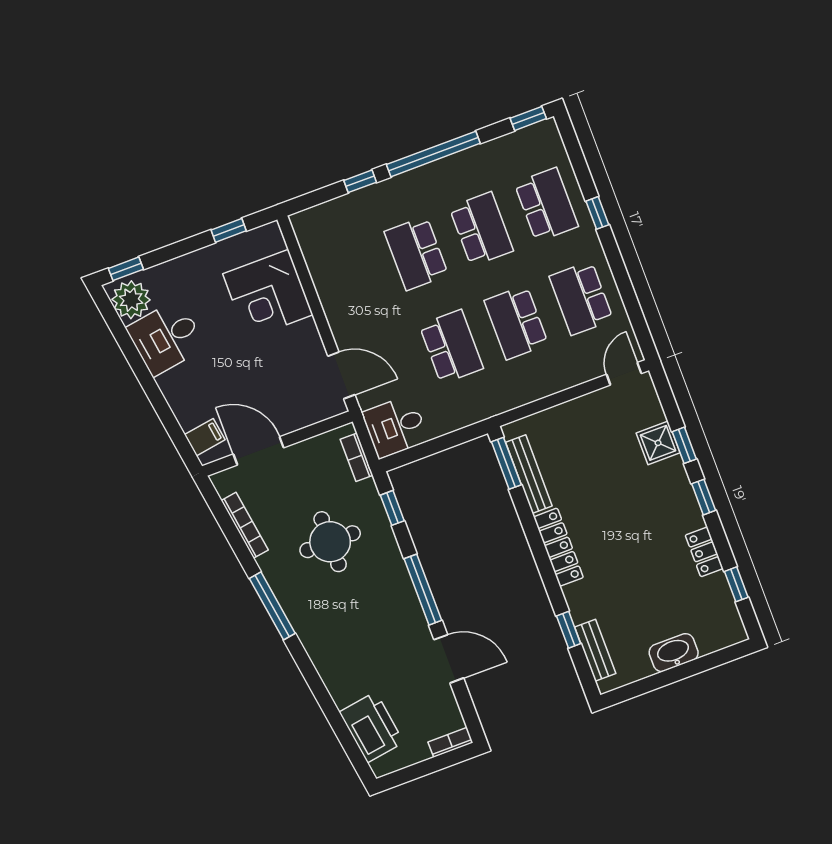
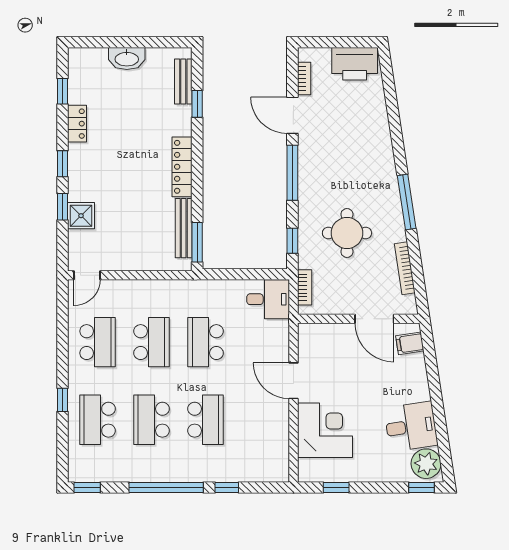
door: (341, 375) -> (293, 381), moved
printer: (371, 727) -> (355, 64), moved, turned -81
bookcase: (450, 742) -> (304, 78), moved, turned -90

